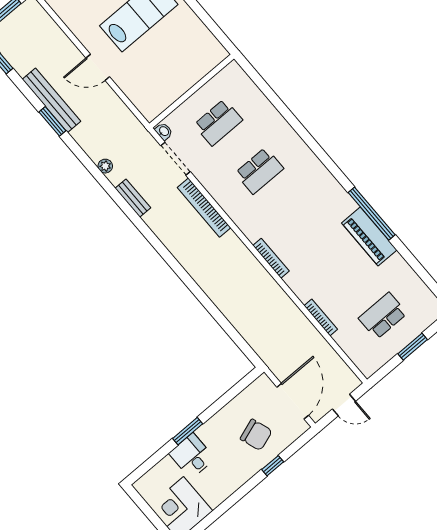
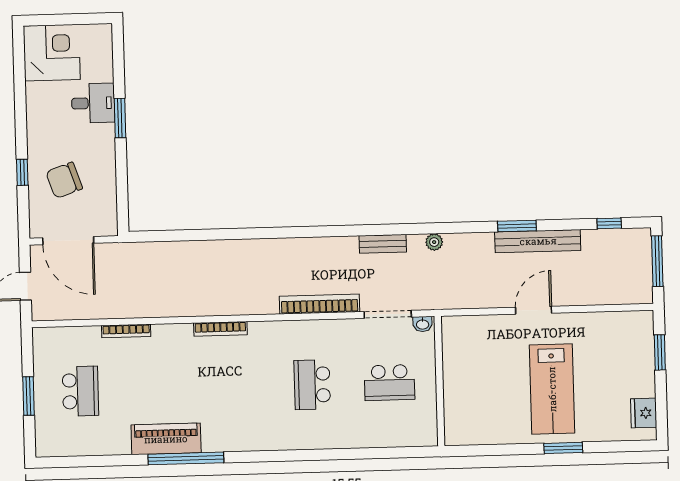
school desk: (218, 122) -> (389, 383), turned -90

